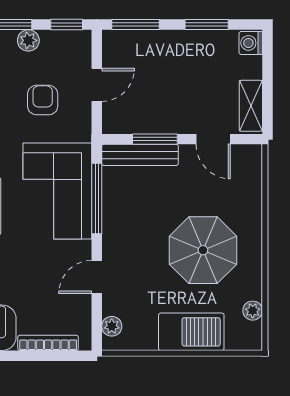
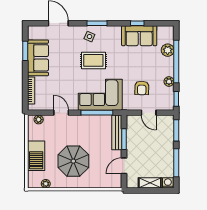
window: (207, 24) -> (176, 163), width x1.44
armchair: (43, 100) -> (142, 88), turned 91
shelving: (251, 106) -> (150, 183), moved

